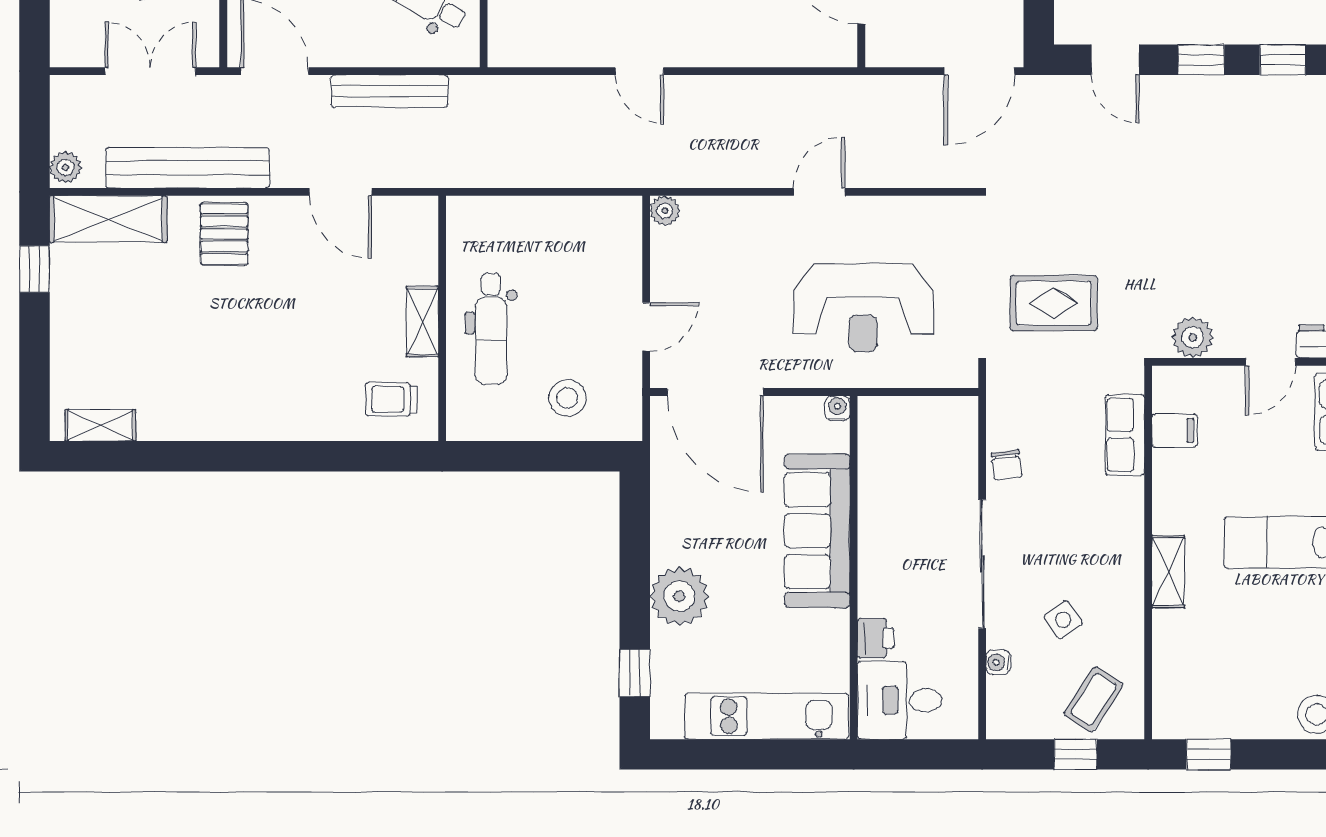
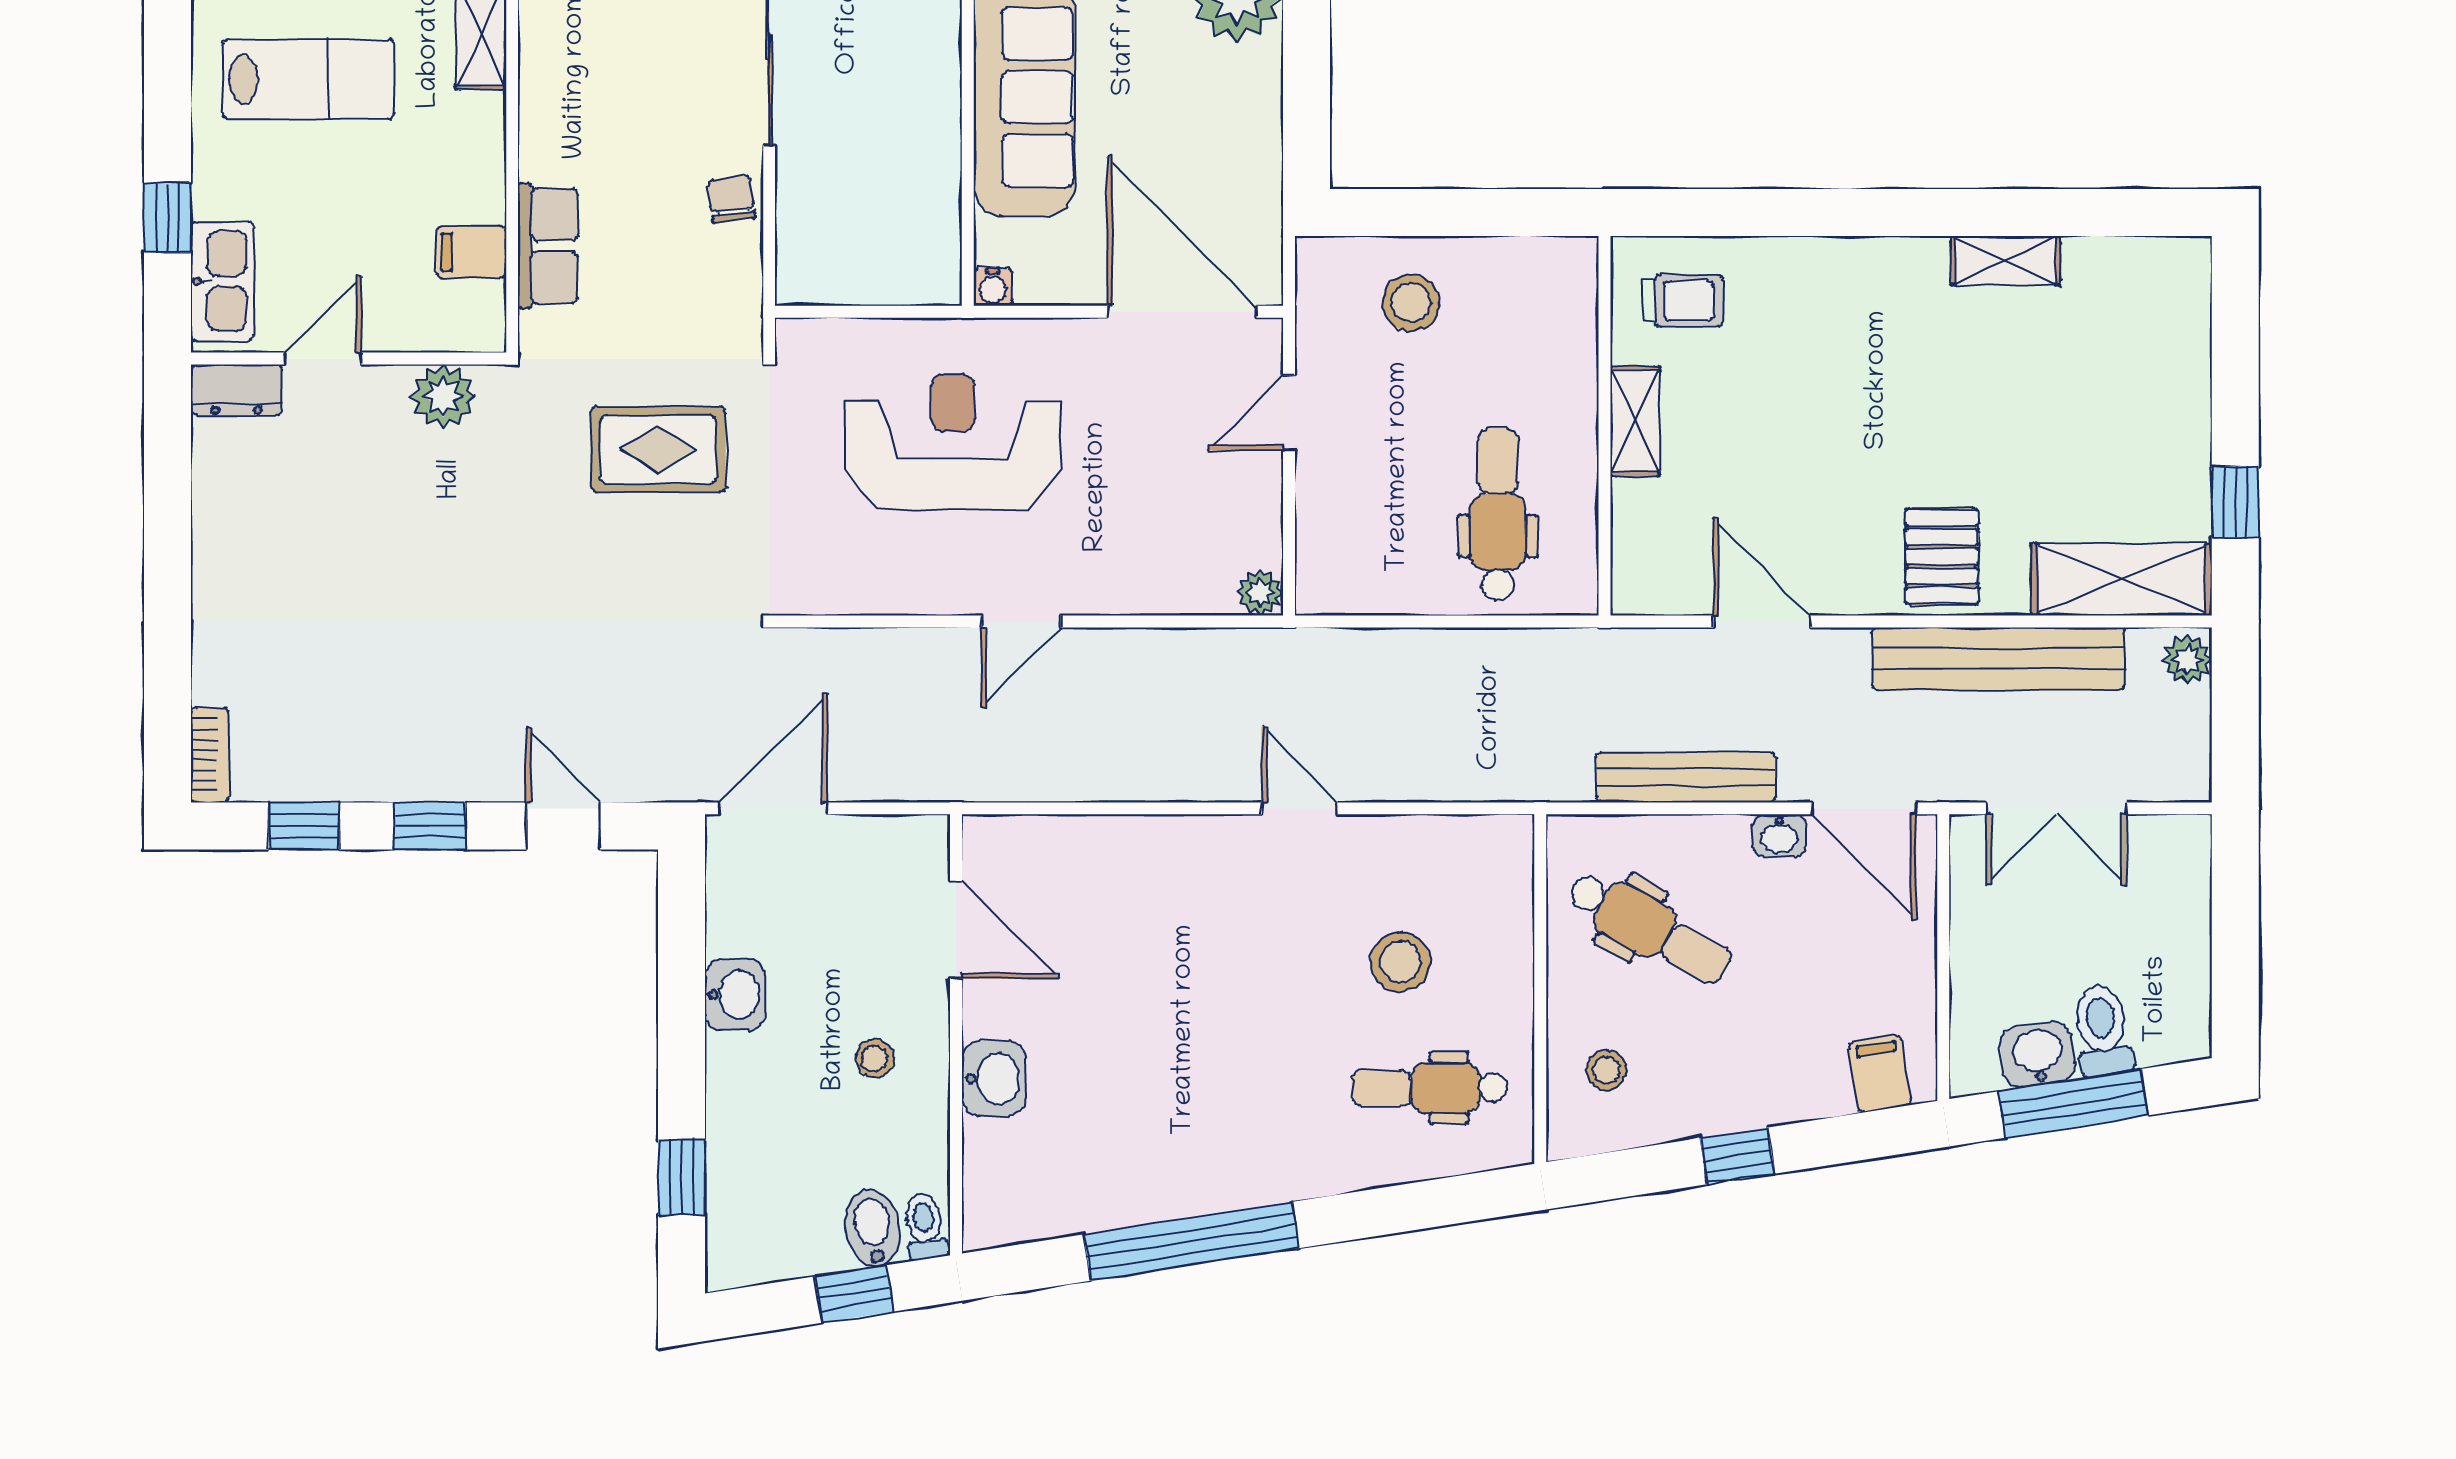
washbasin: (329, 53) -> (1779, 836), added
dental chair: (491, 329) -> (1498, 514), moved
shelving: (100, 425) -> (2005, 260), moved

